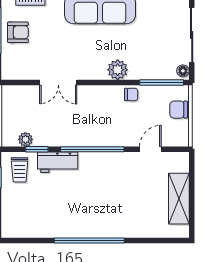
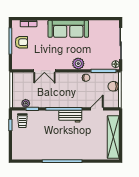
workbench: (58, 162) -> (70, 116), moved
shelving: (179, 199) -> (113, 137), width x1.47

